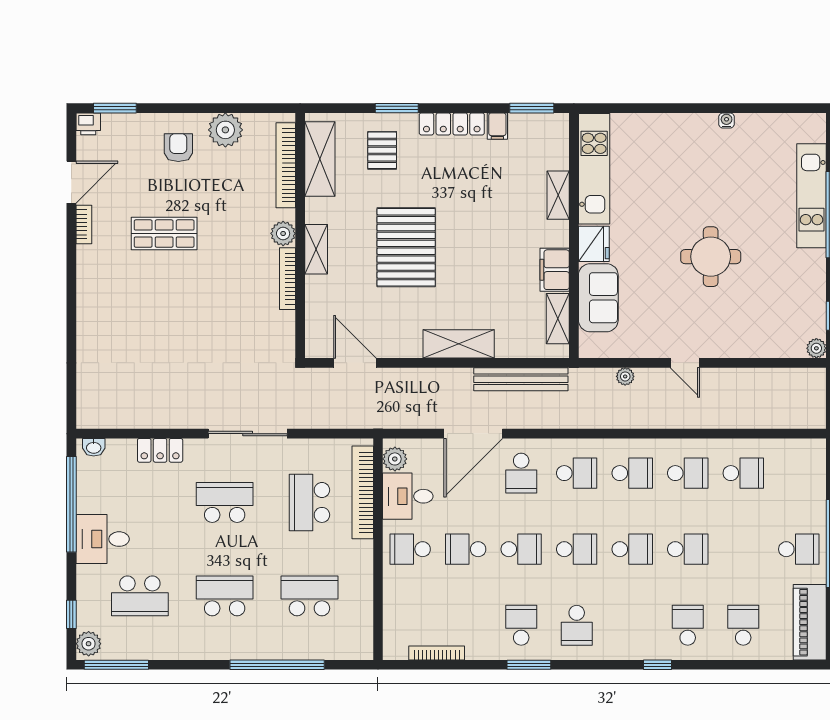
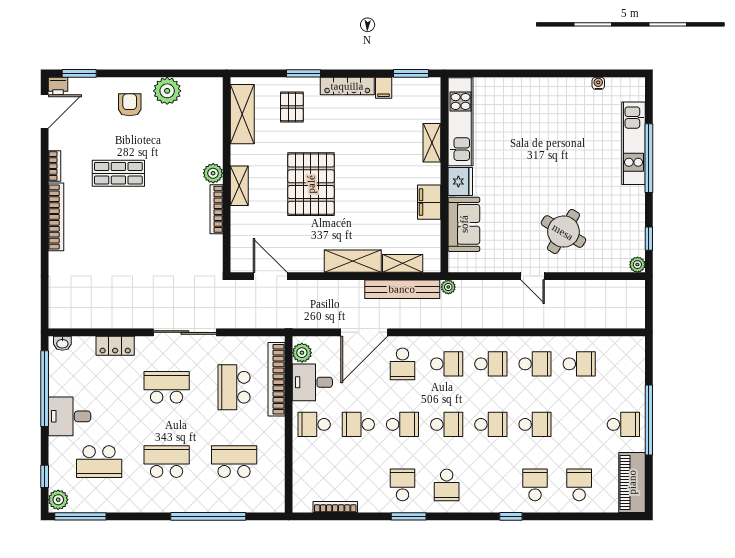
water cooler: (727, 121) -> (598, 83), moved
bookcase: (286, 165) -> (56, 217), moved, turned 180
door: (71, 182) -> (45, 112), moved
round table: (711, 257) -> (563, 232), moved, turned 31
shelving: (558, 319) -> (403, 263), moved, turned 90
plant: (625, 376) -> (448, 287), moved

